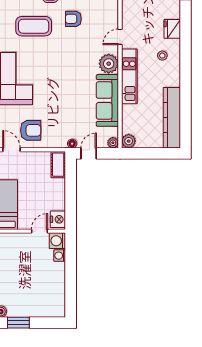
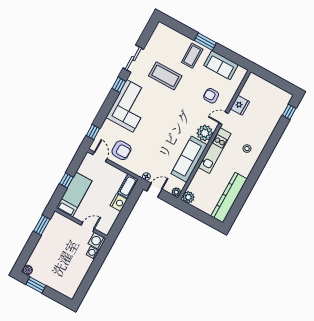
armchair: (73, 19) -> (211, 96), moved
fridge: (172, 29) -> (240, 105), moved, turned 180
nightstand: (58, 219) -> (119, 203), moved

